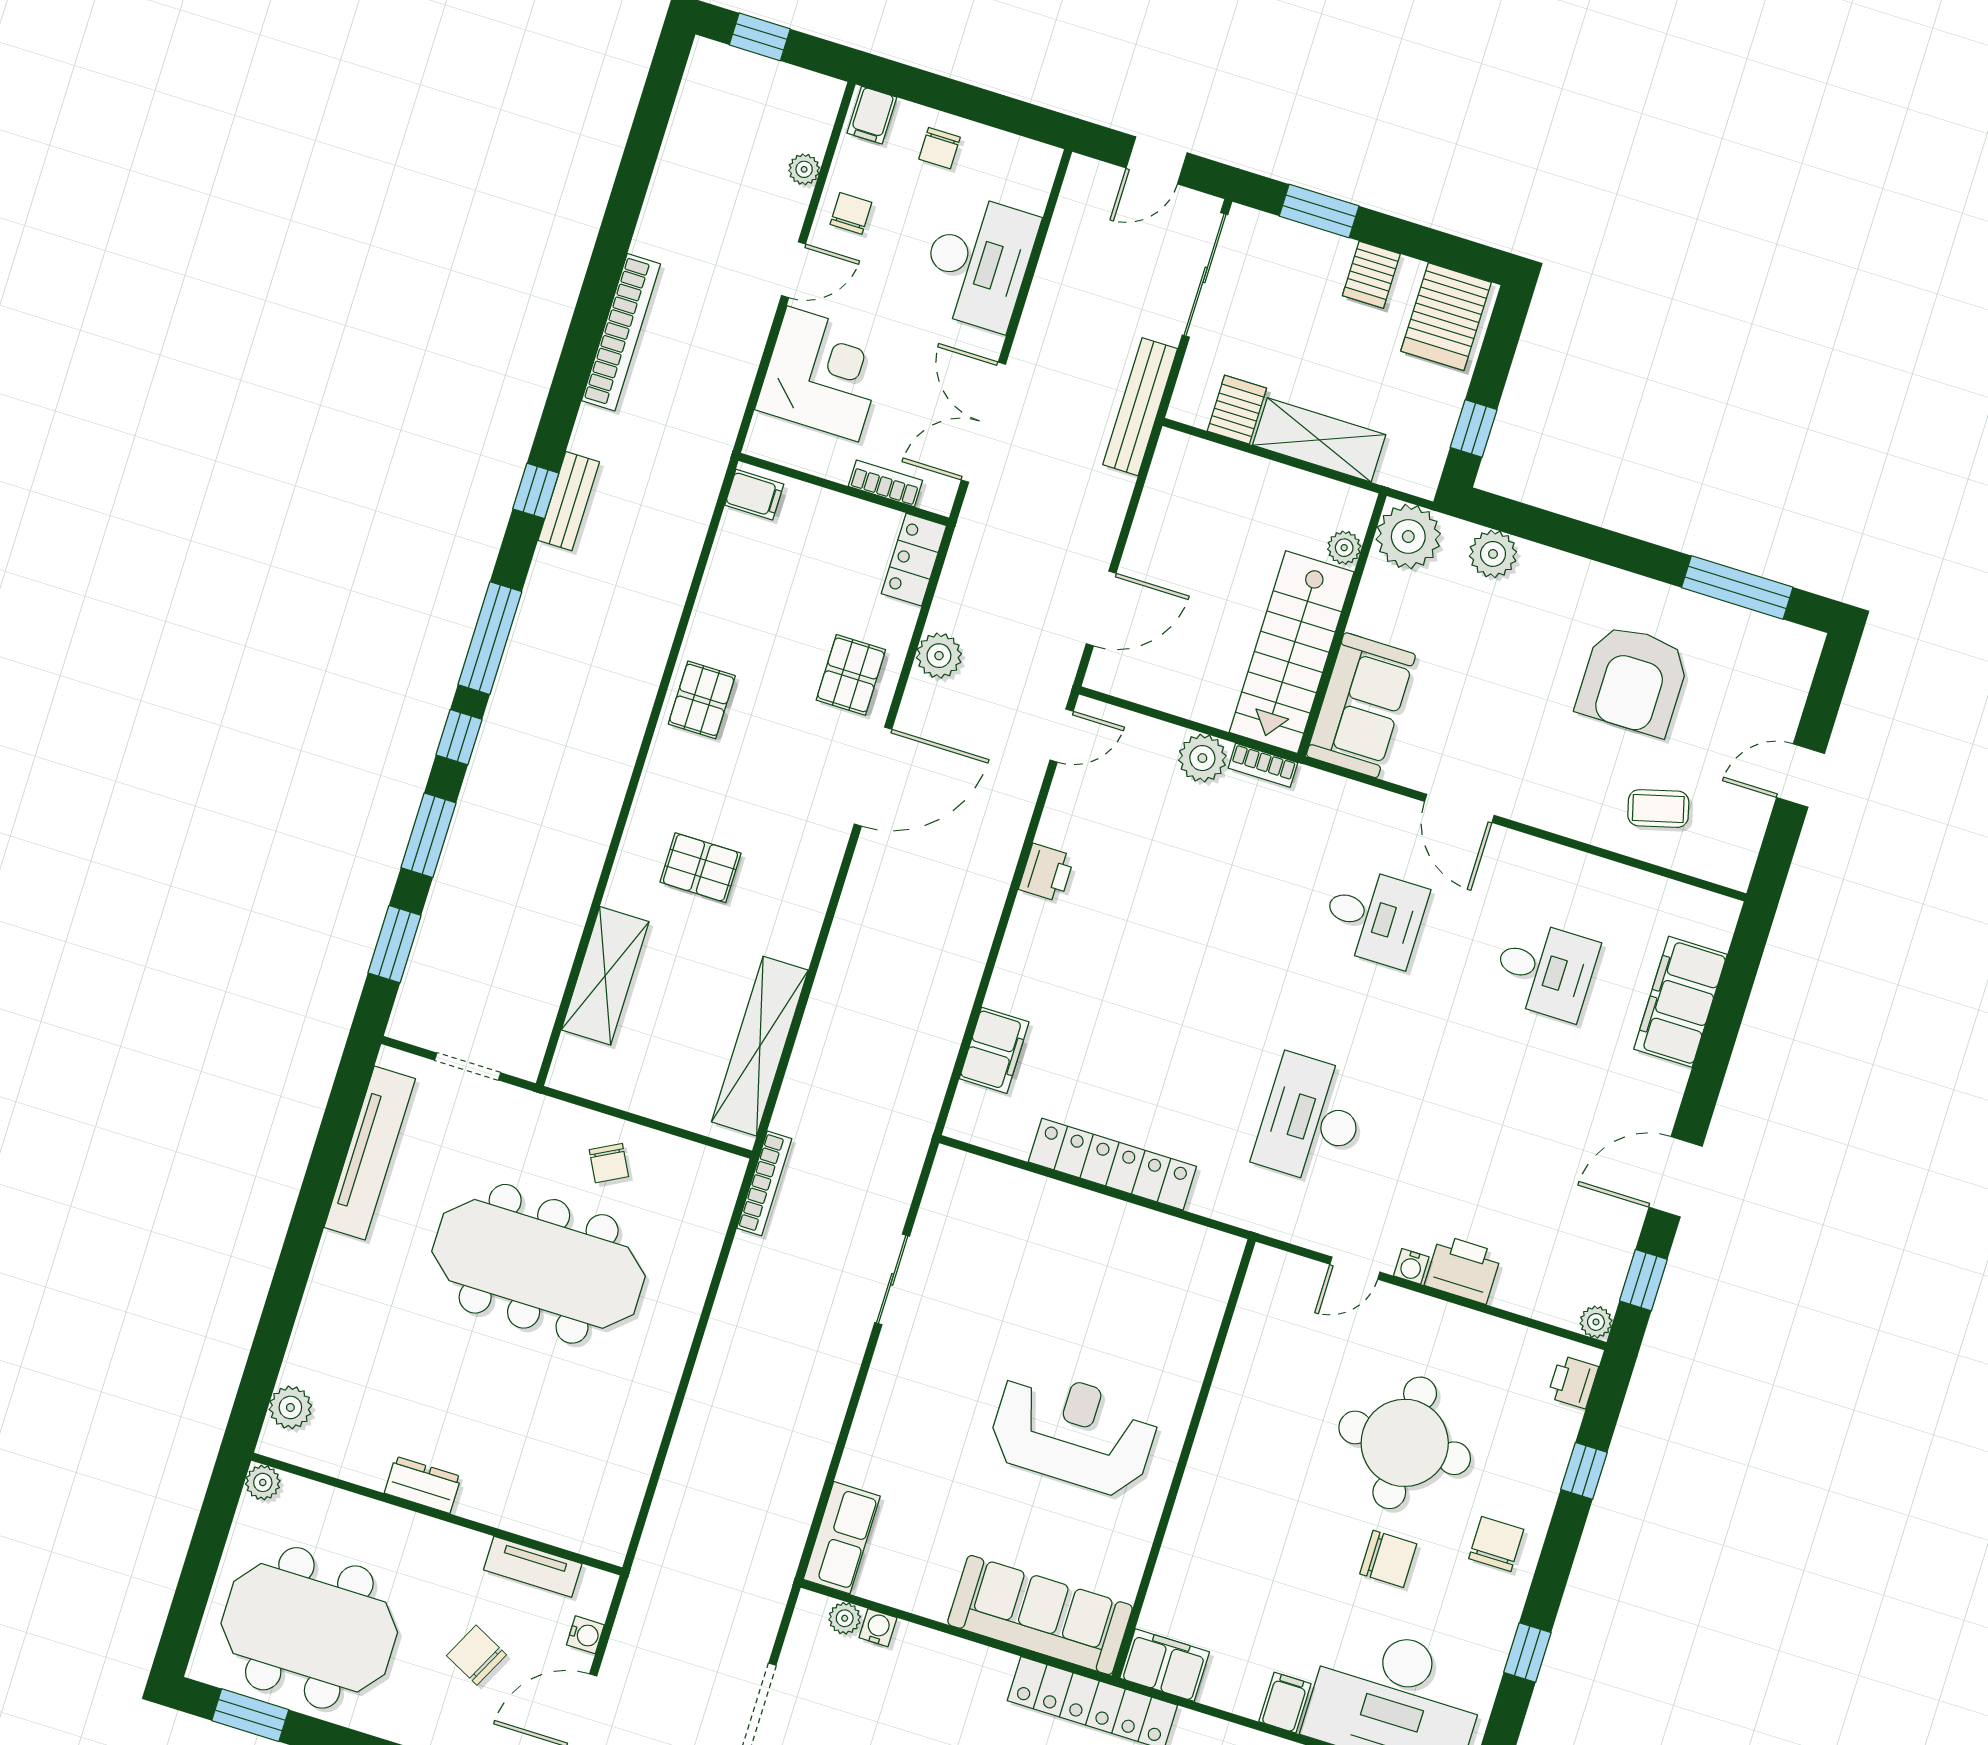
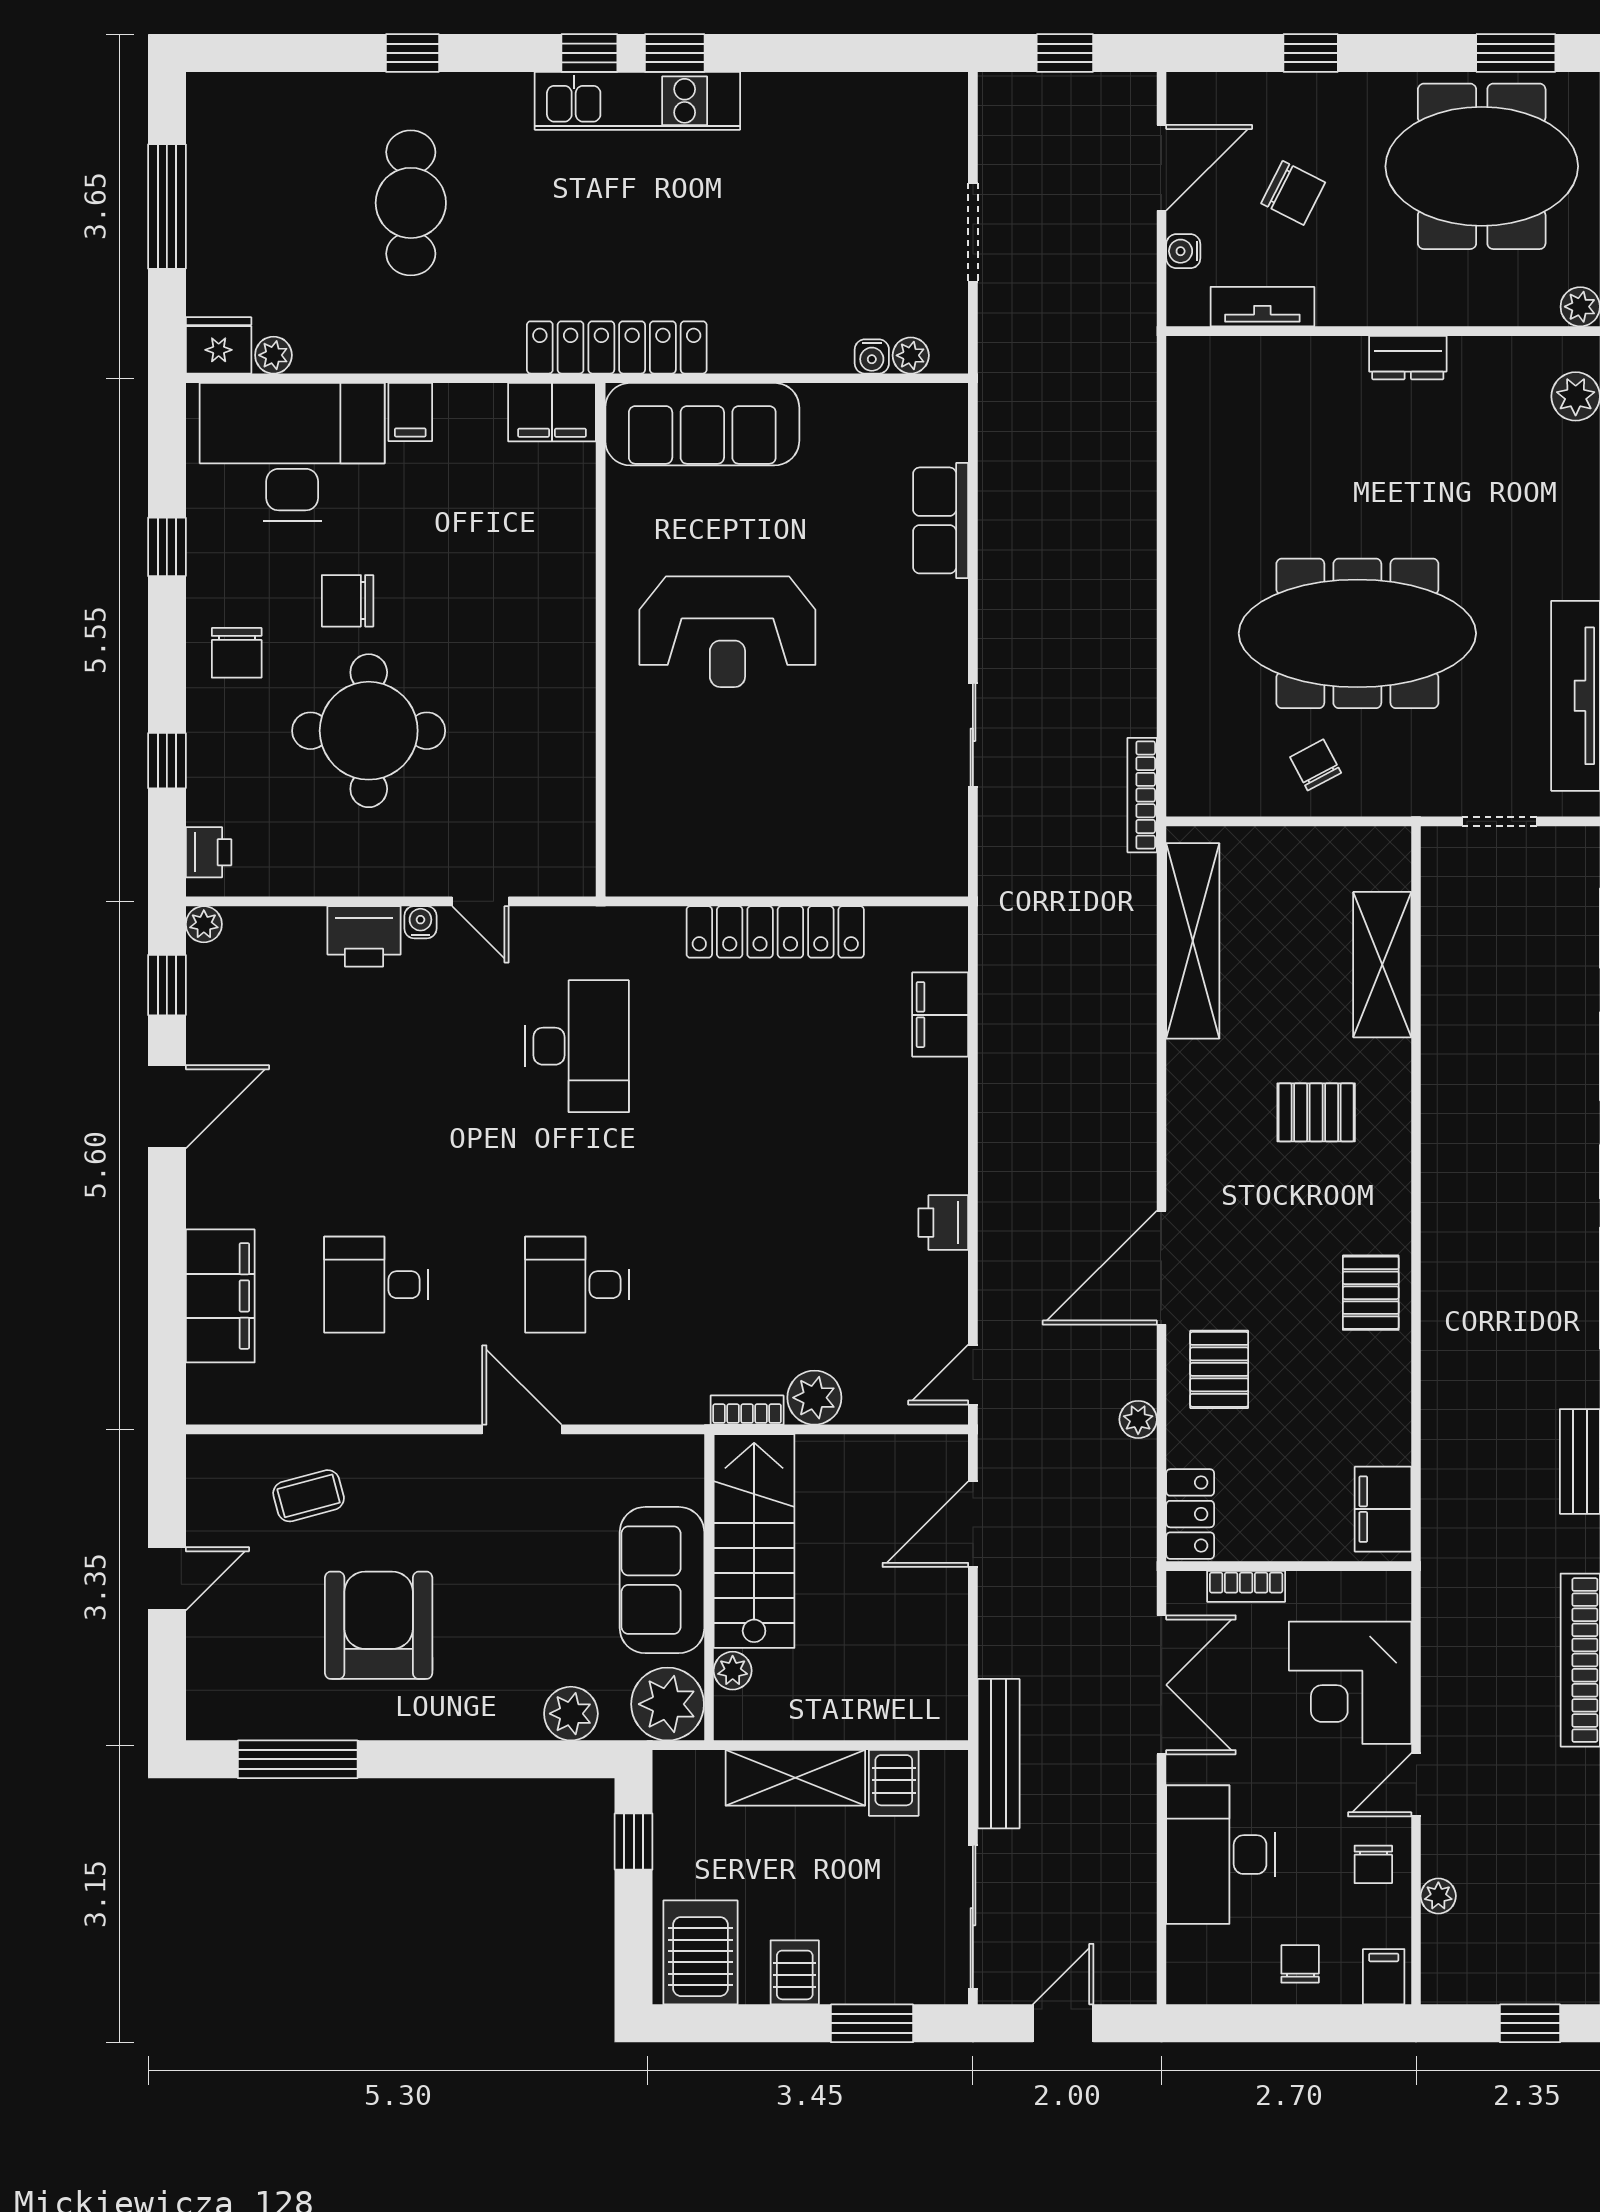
filing cabinet: (754, 495) -> (1383, 1509), width x2.00
plant: (939, 656) -> (1138, 1419), width x0.73, depth x0.73
sofa: (1361, 705) -> (662, 1580), moved
door: (1355, 1268) -> (480, 901), swing flipped
row of seats: (842, 1538) -> (941, 520), moved

